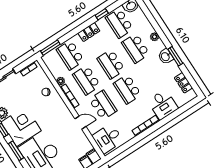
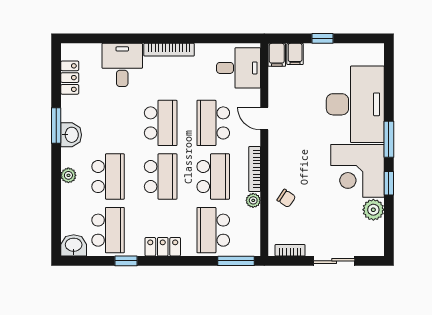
school desk: (70, 55) -> (213, 230), turned 180

